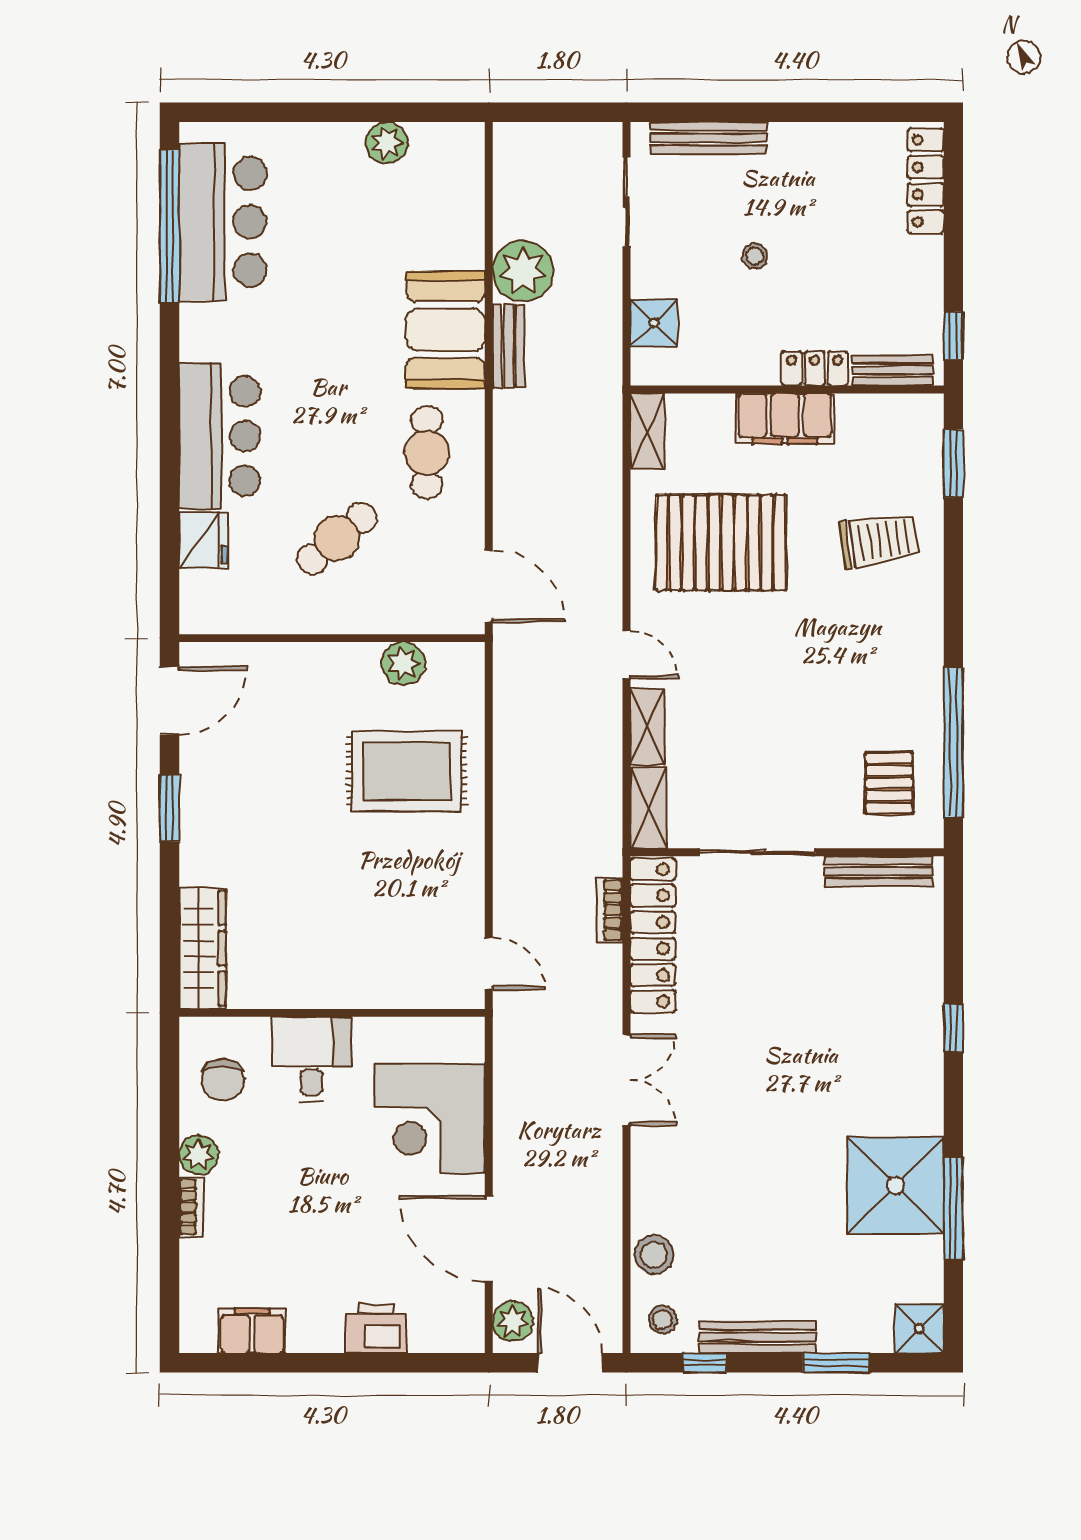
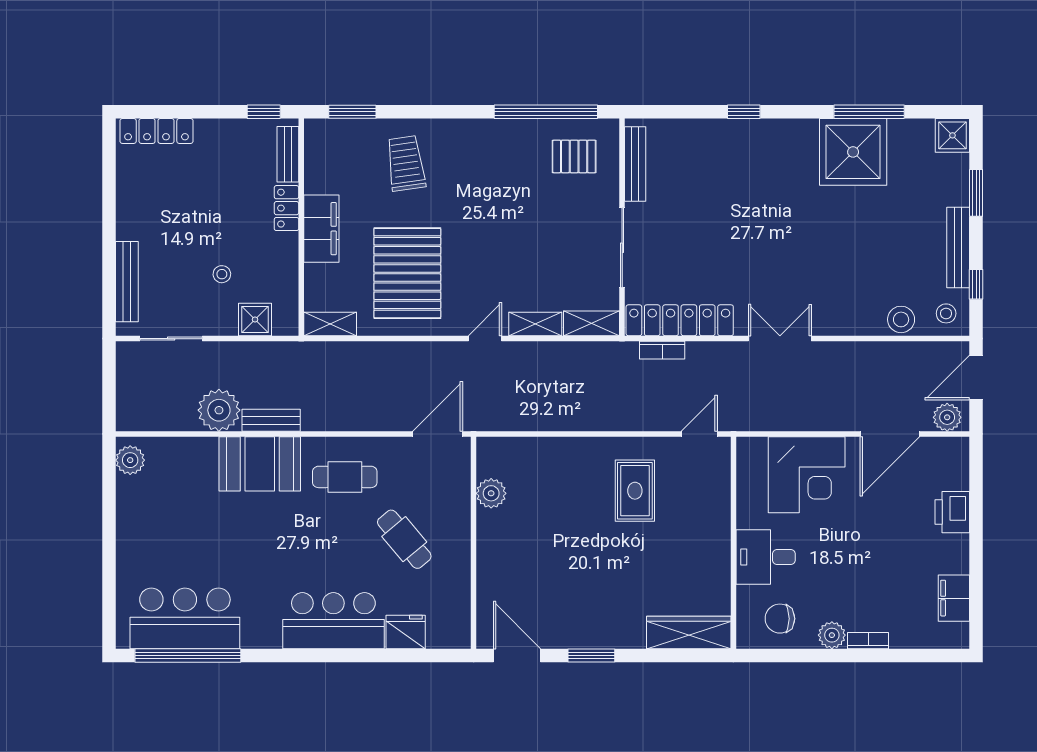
plant: (387, 143) -> (130, 460), moved
stool: (755, 256) -> (222, 274), moved
rug: (407, 771) -> (635, 491), moved, width x0.73, depth x0.70
chair: (223, 1080) -> (780, 619), turned 180

